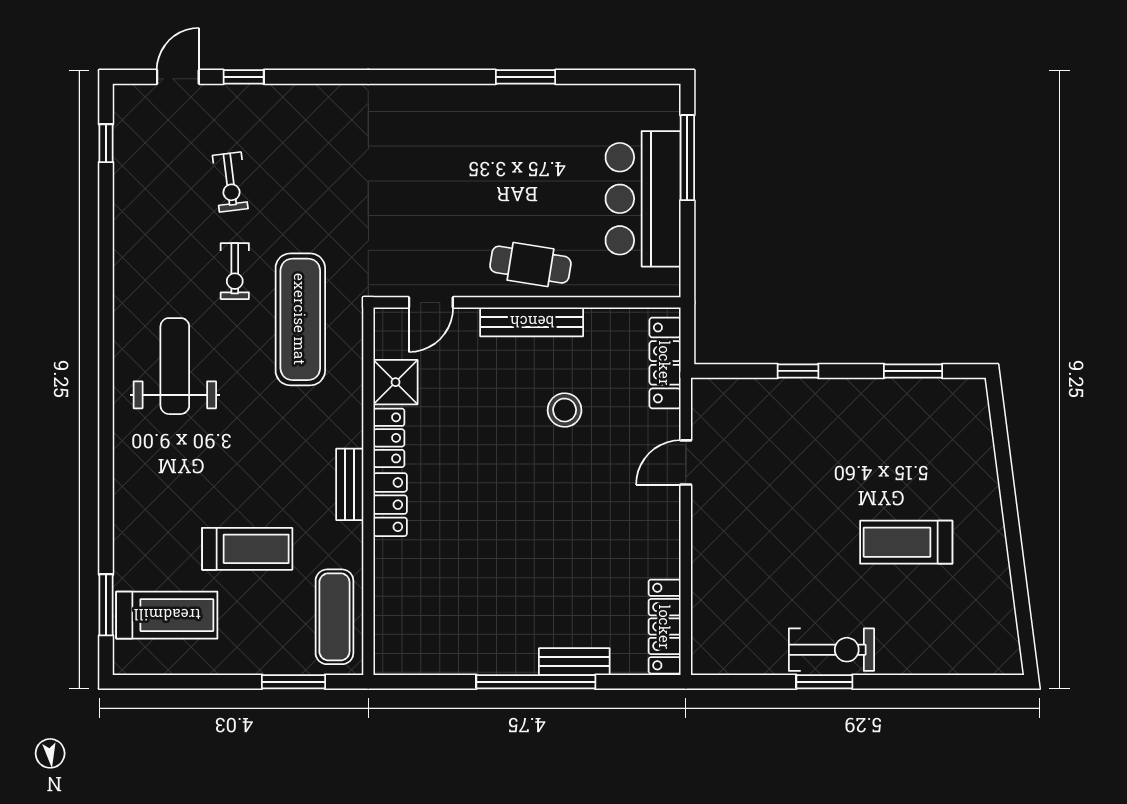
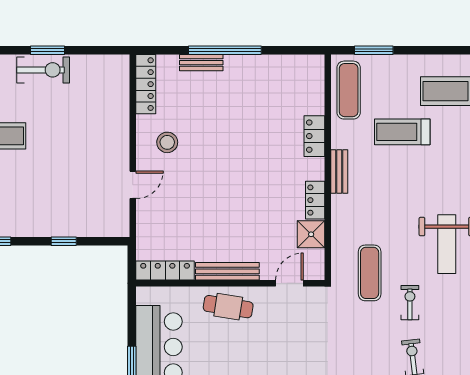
exercise mat: (300, 319) -> (370, 273), width x0.73, depth x0.69
locker: (665, 363) -> (165, 271), moved, turned -90
stool: (565, 410) -> (167, 142), moved
locker: (390, 505) -> (314, 136), moved
exercise bike: (831, 650) -> (43, 70), turned 180

